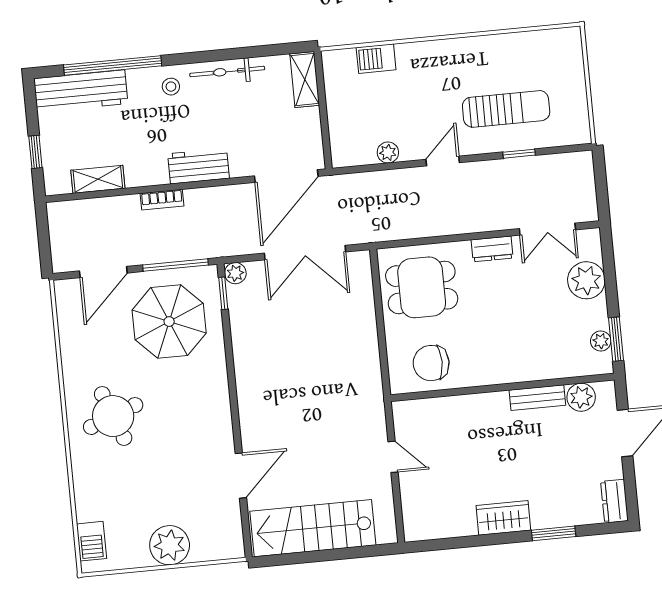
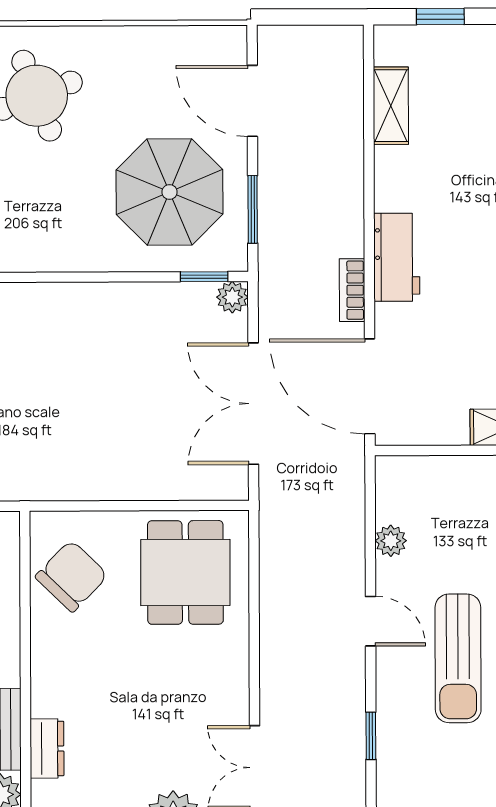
sun lounger: (506, 109) -> (458, 658), moved
bookcase: (162, 200) -> (352, 290), moved
dresser: (492, 249) -> (47, 748), moved, turned 180
window: (176, 265) -> (253, 209), width x0.69
chair: (431, 363) -> (72, 576), turned 44

